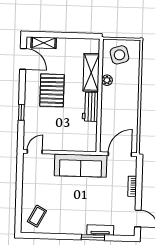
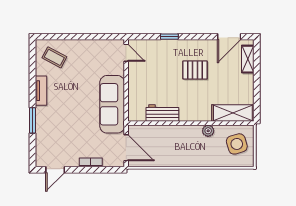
shelving: (91, 72) -> (233, 113), moved
pallet: (52, 90) -> (195, 70), width x0.67, depth x0.71
workbench: (90, 107) -> (162, 113), moved
tv unit: (100, 230) -> (41, 91), moved

